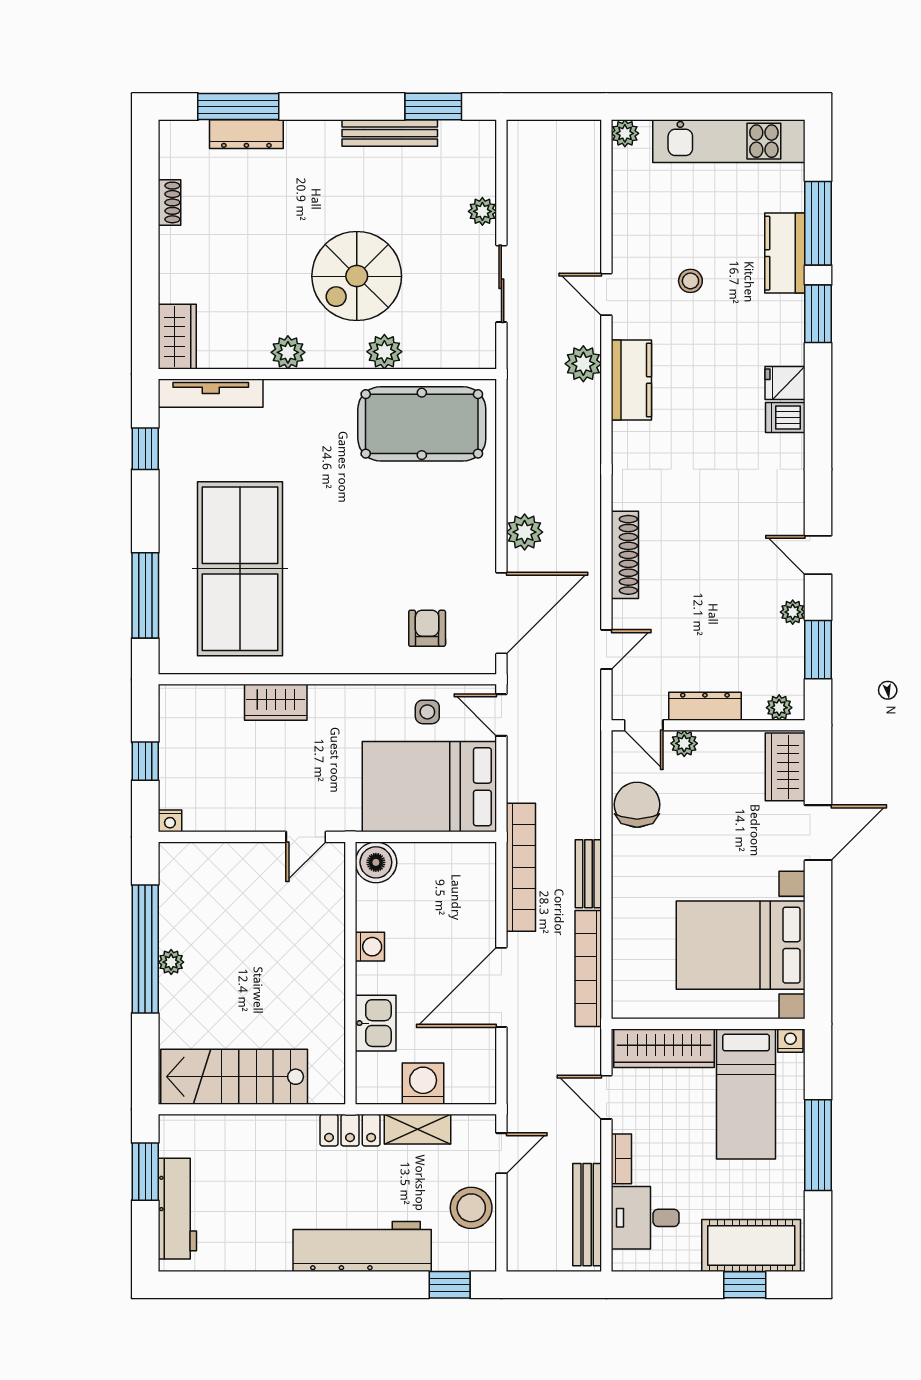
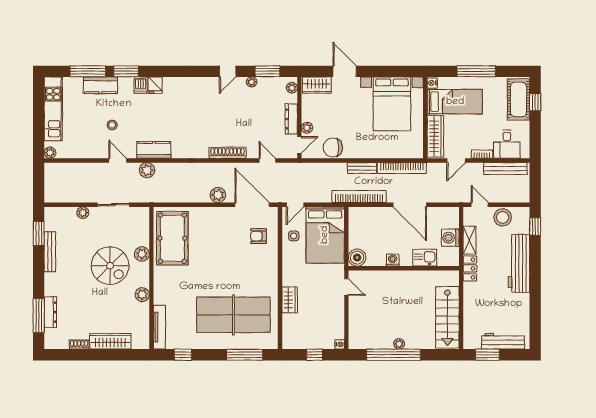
door: (606, 294) -> (118, 160), swing flipped
wardrobe: (177, 337) -> (110, 341), moved, width x1.50
dishwasher: (785, 417) -> (141, 85), moved

